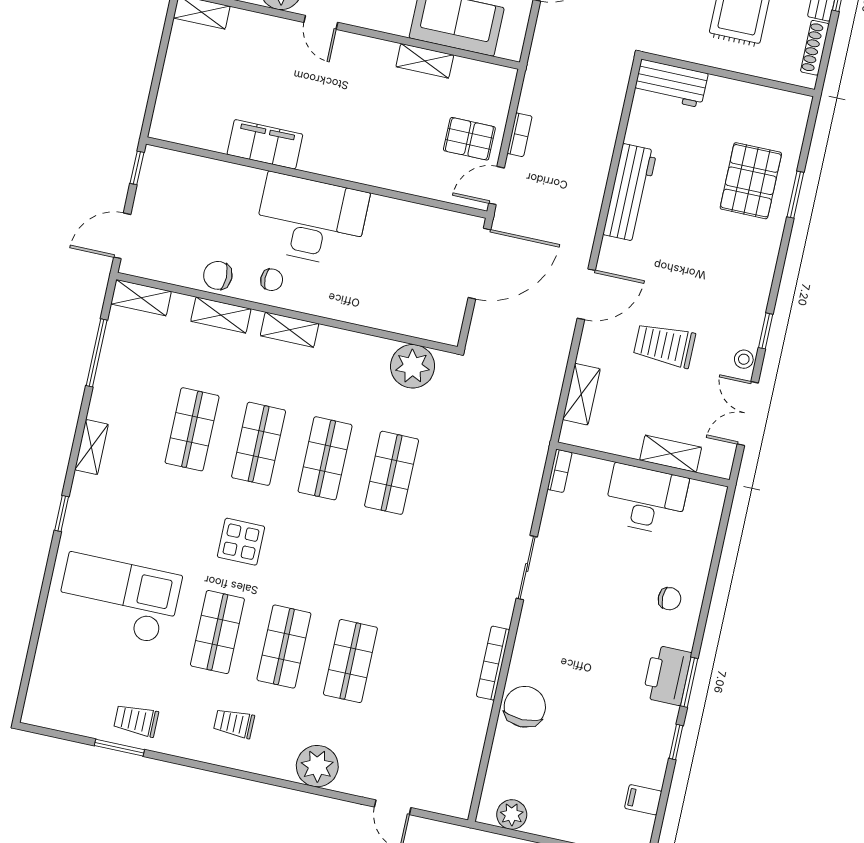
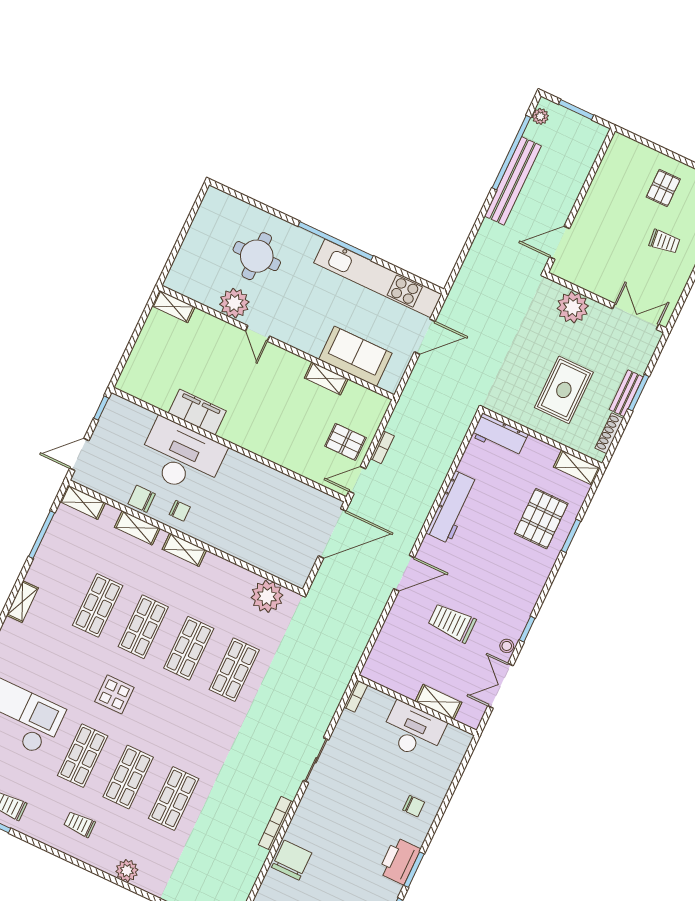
desk: (311, 220) -> (181, 457), moved
shelving: (581, 394) -> (577, 468), moved, turned 90
plant: (317, 766) -> (127, 871), width x0.73, depth x0.73

